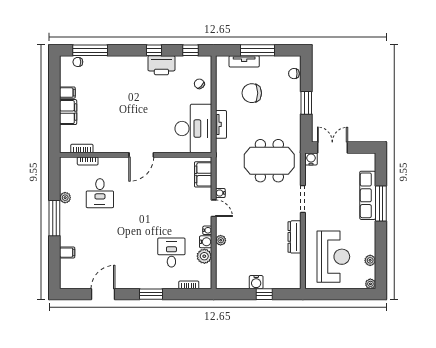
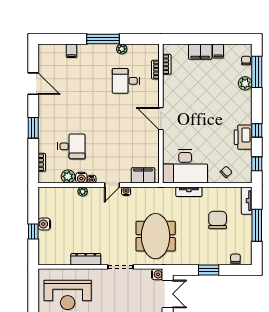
tv unit: (244, 61) -> (247, 201), moved
plant: (103, 63) -> (245, 83), added

